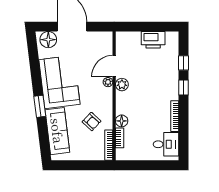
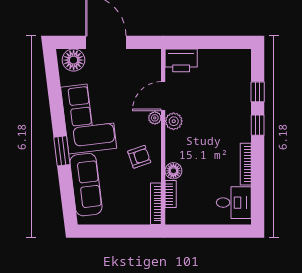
printer: (153, 40) -> (181, 60), moved
armchair: (92, 122) -> (139, 157), moved, turned -62

